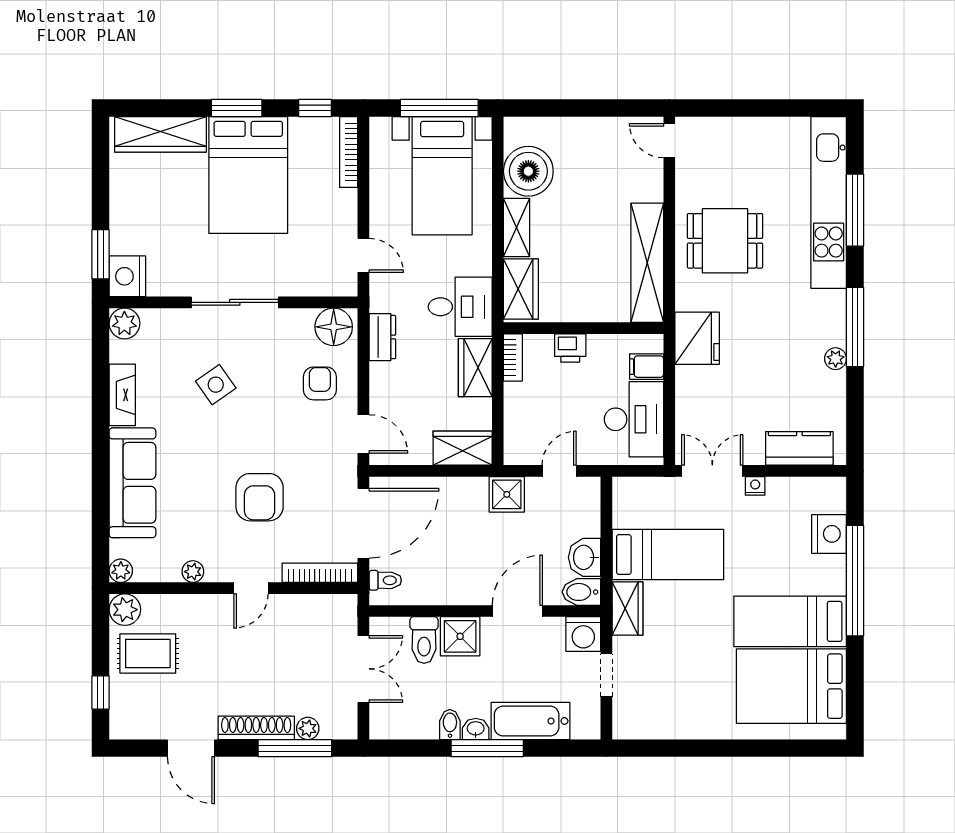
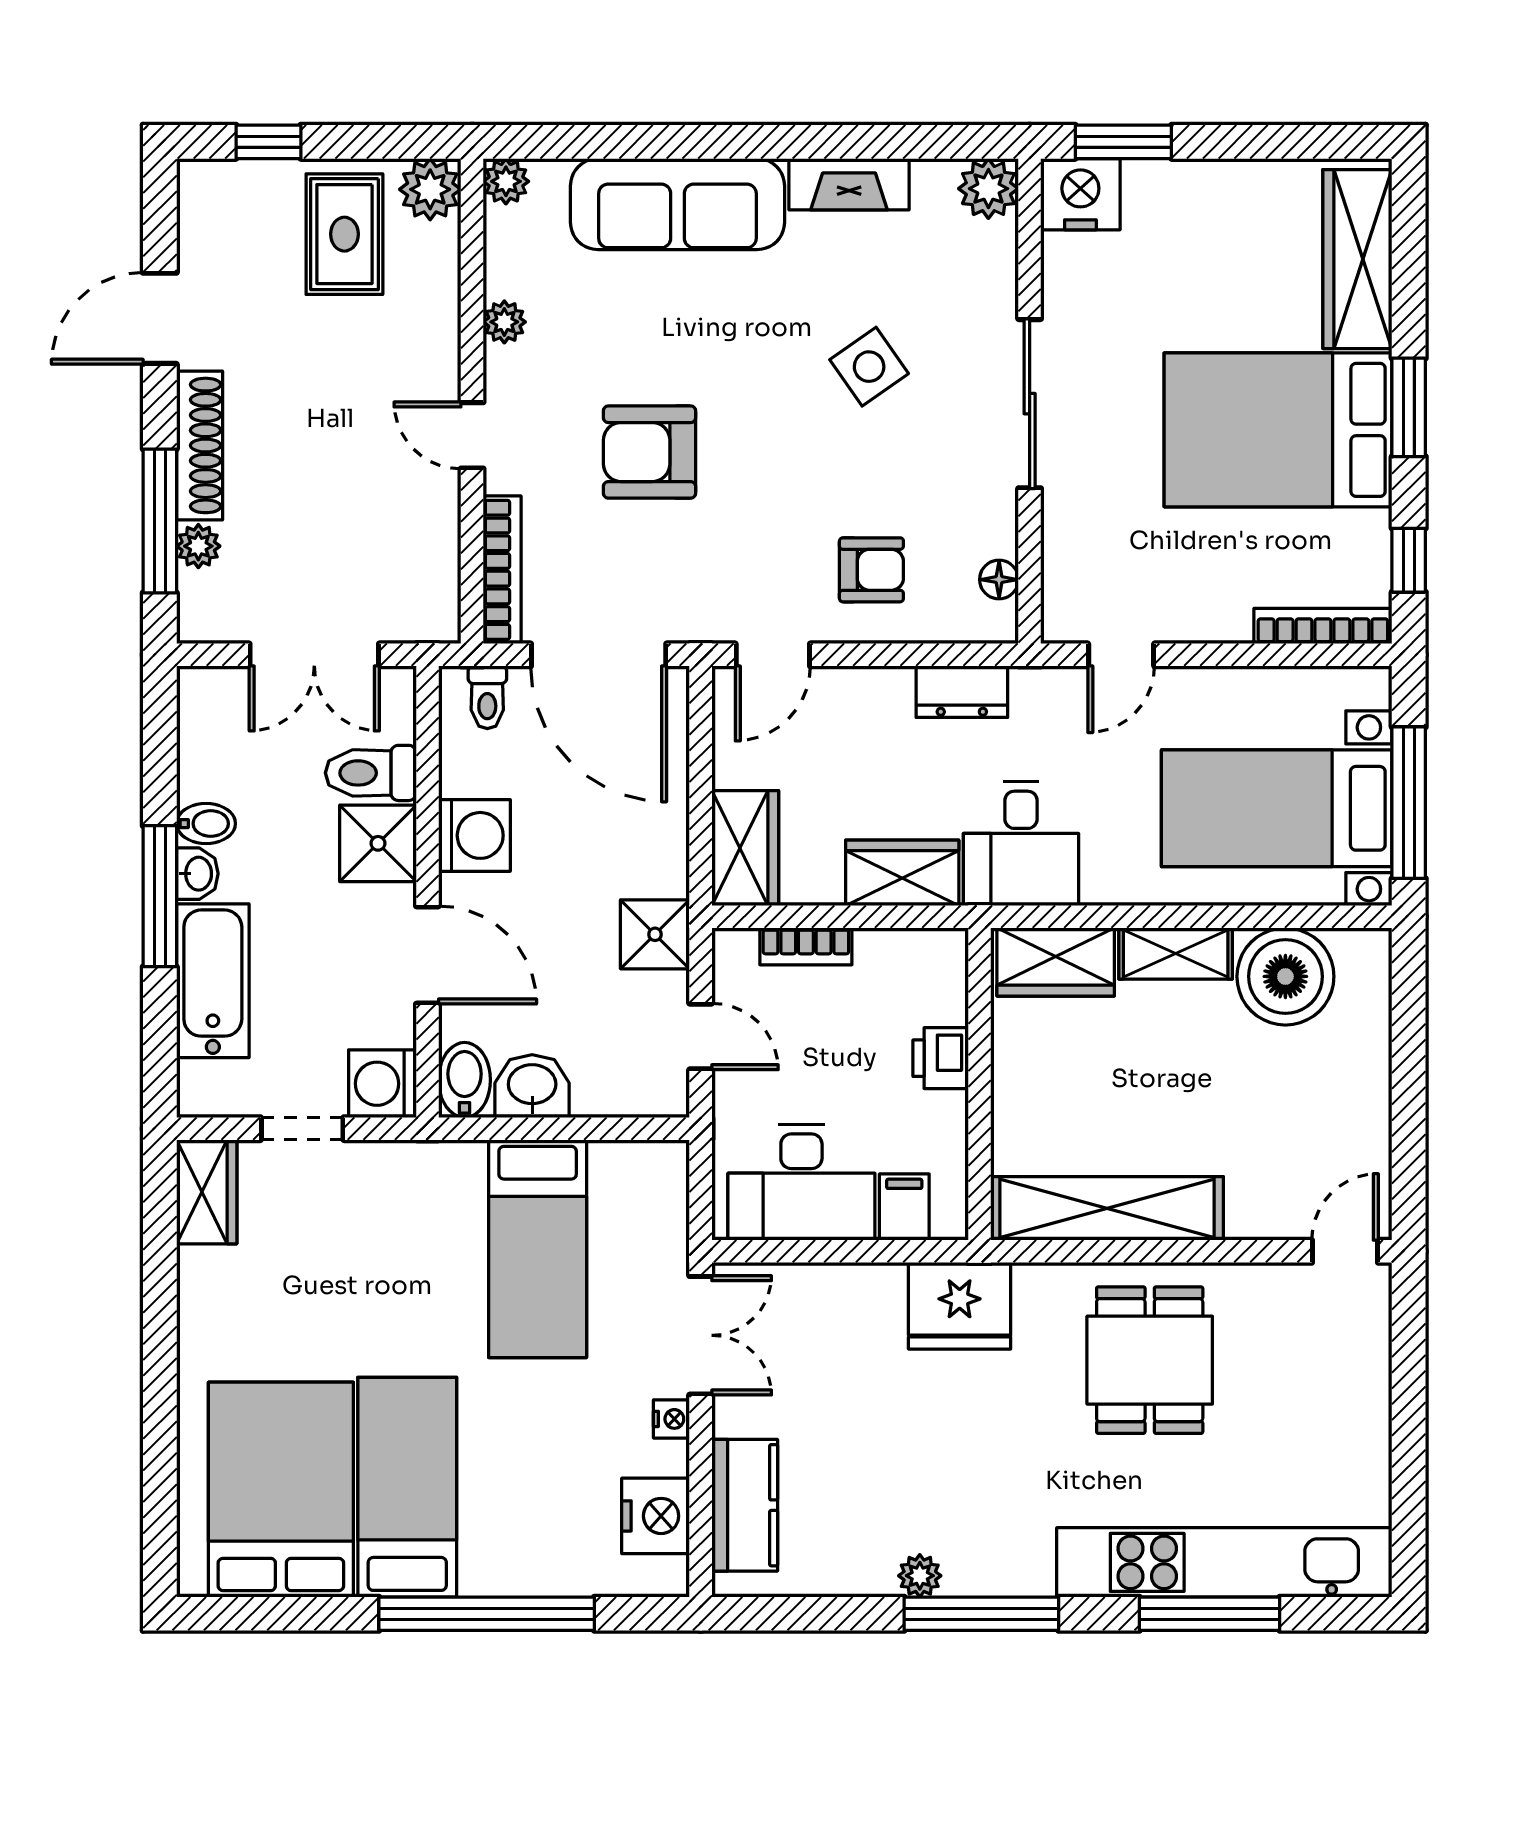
floor lamp: (334, 327) -> (999, 580), width x0.53, depth x0.53
bookcase: (513, 357) -> (806, 946), moved
nightstand: (829, 534) -> (656, 1516), moved, turned -90
washing machine: (456, 587) -> (474, 835), added
wardrobe: (628, 609) -> (207, 1192), moved, turned -90

